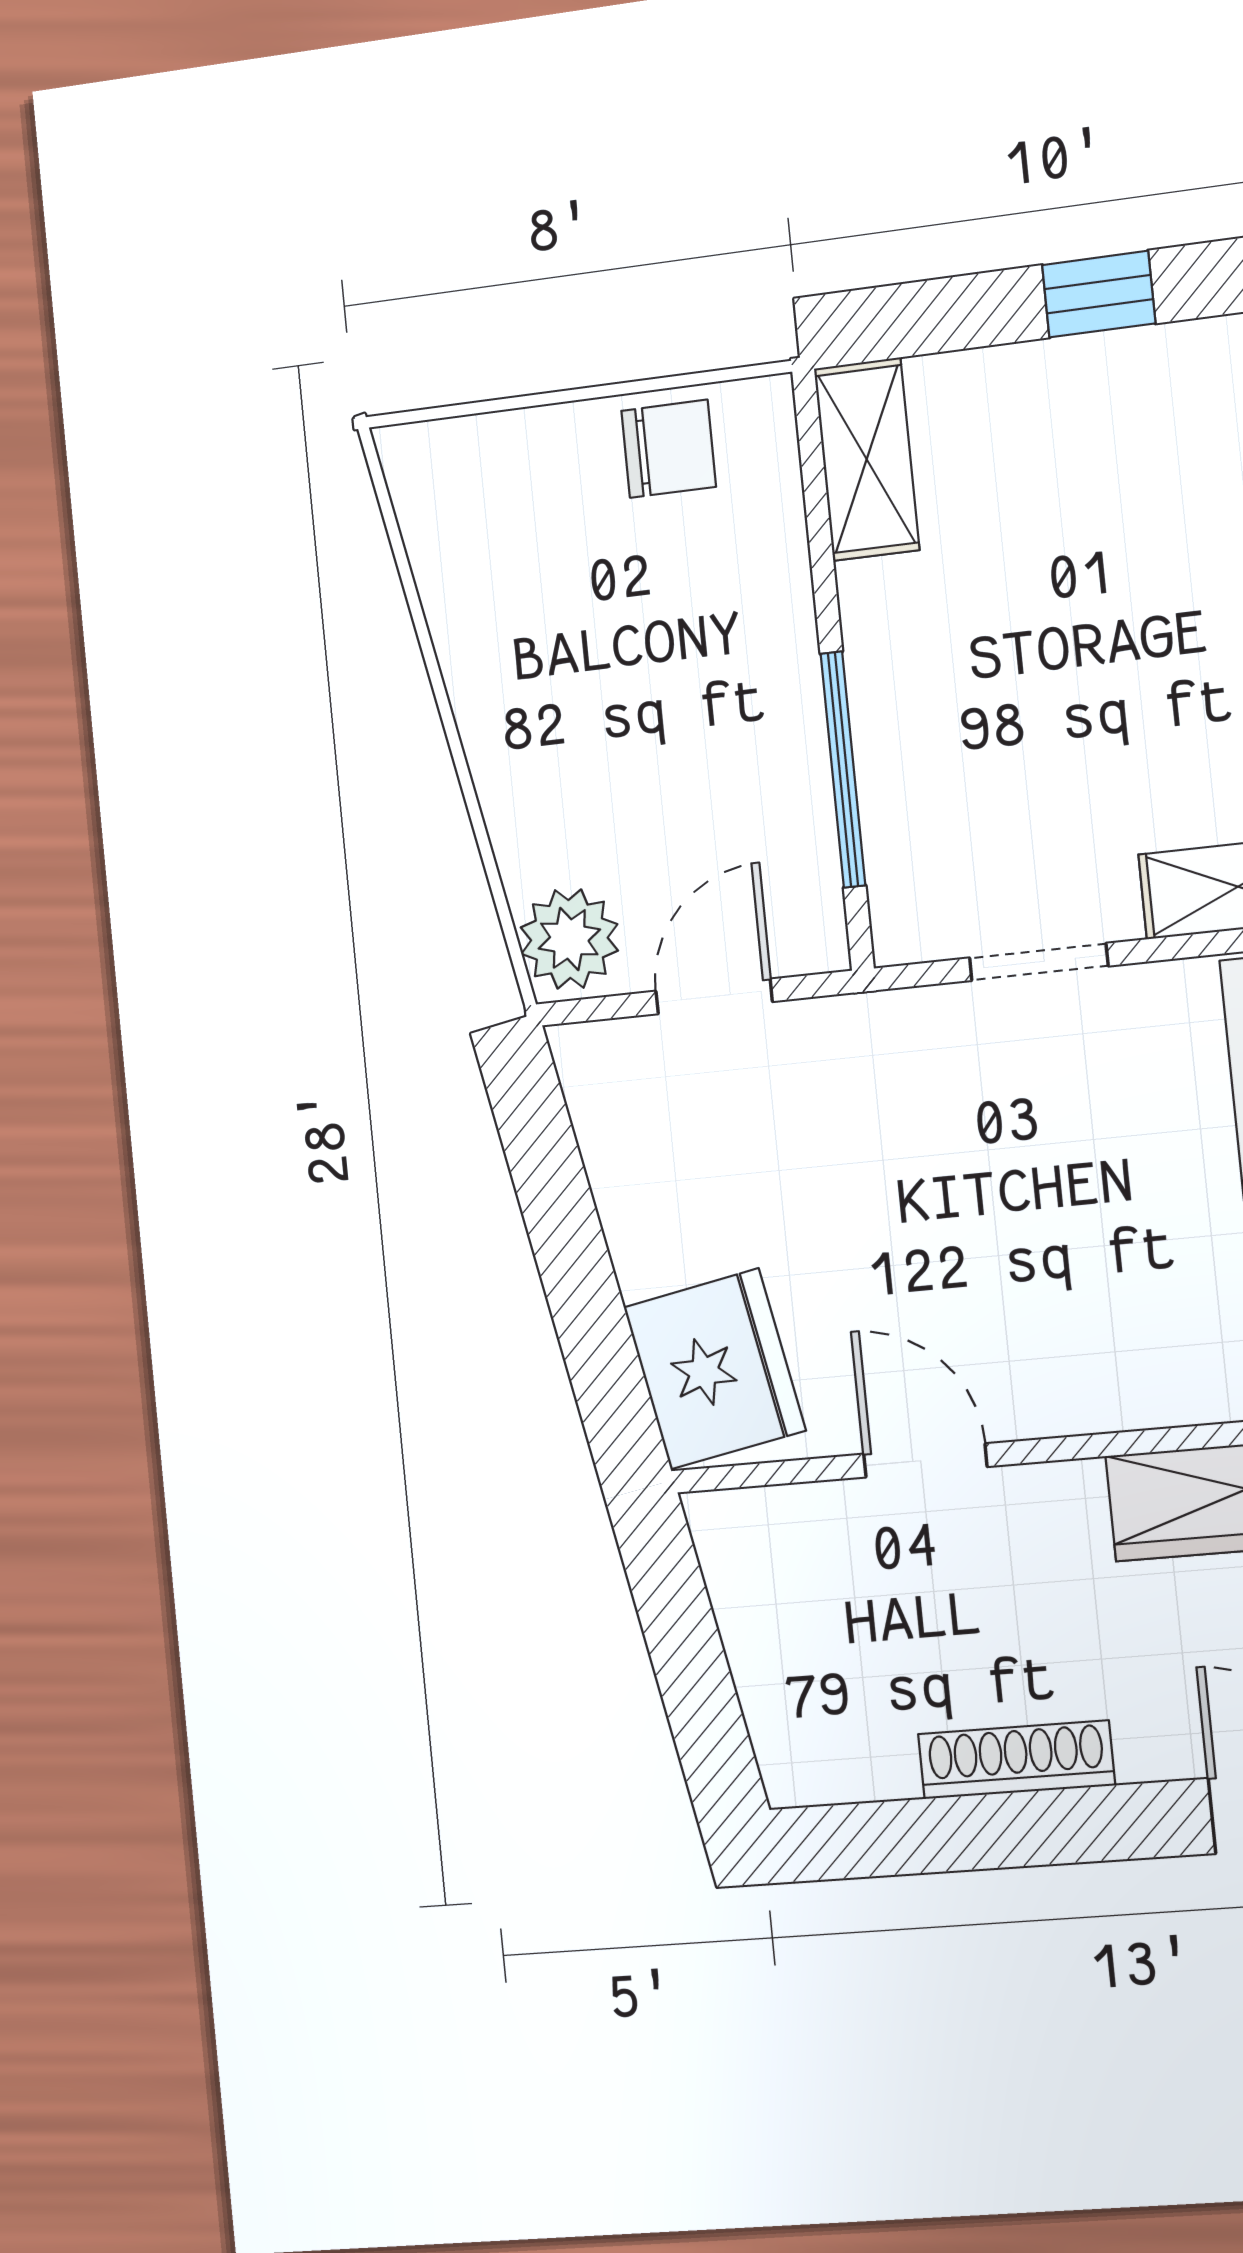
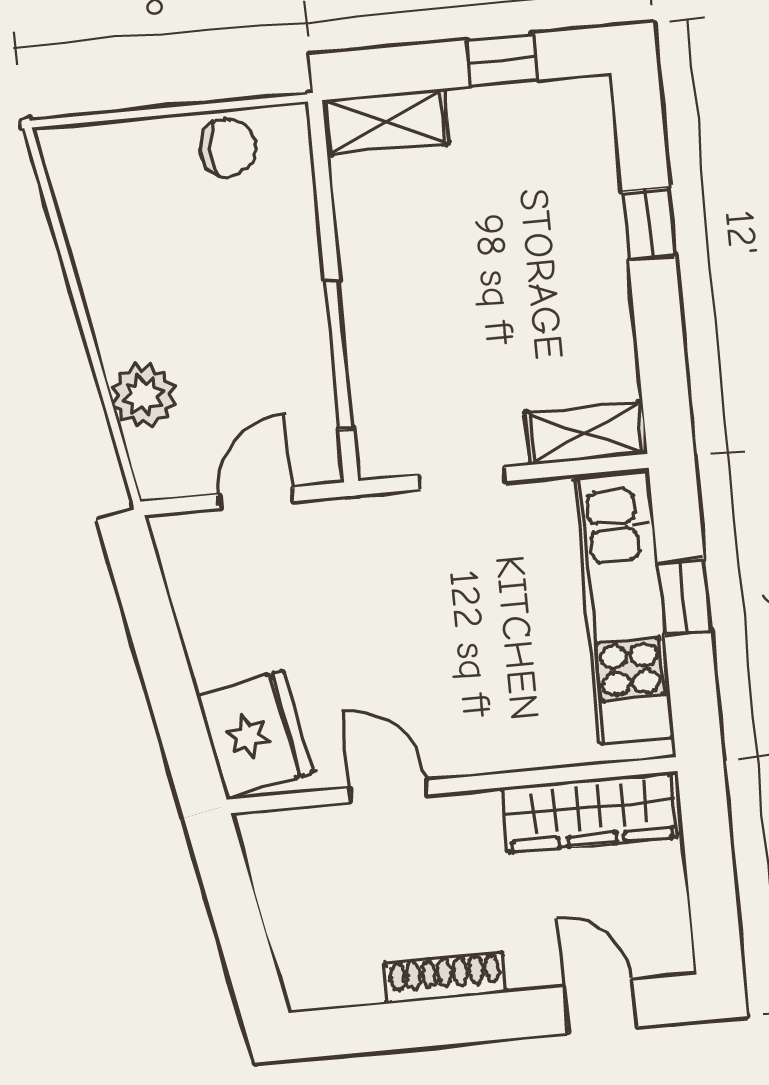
shelving: (867, 459) -> (386, 122), moved, turned 90
plant: (569, 939) -> (143, 395), moved

